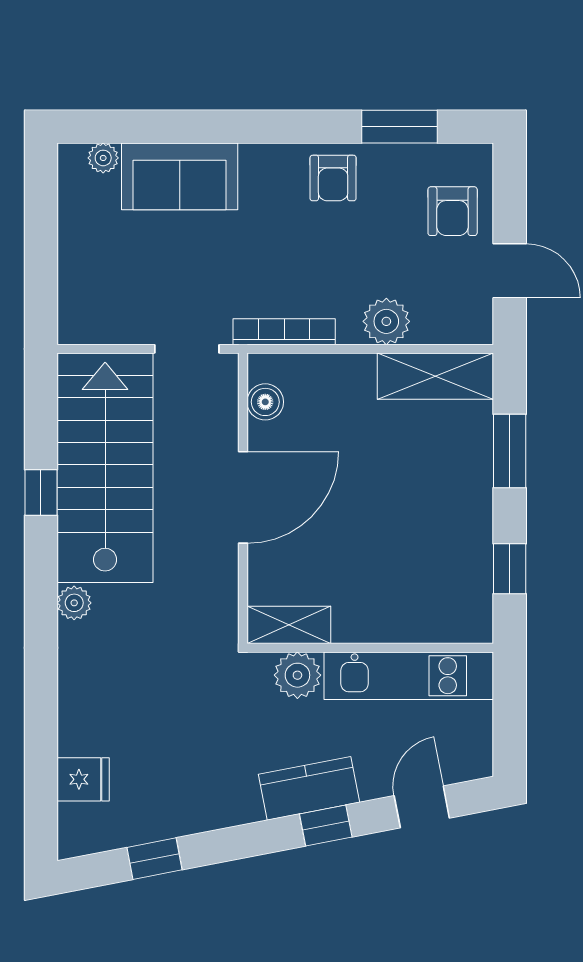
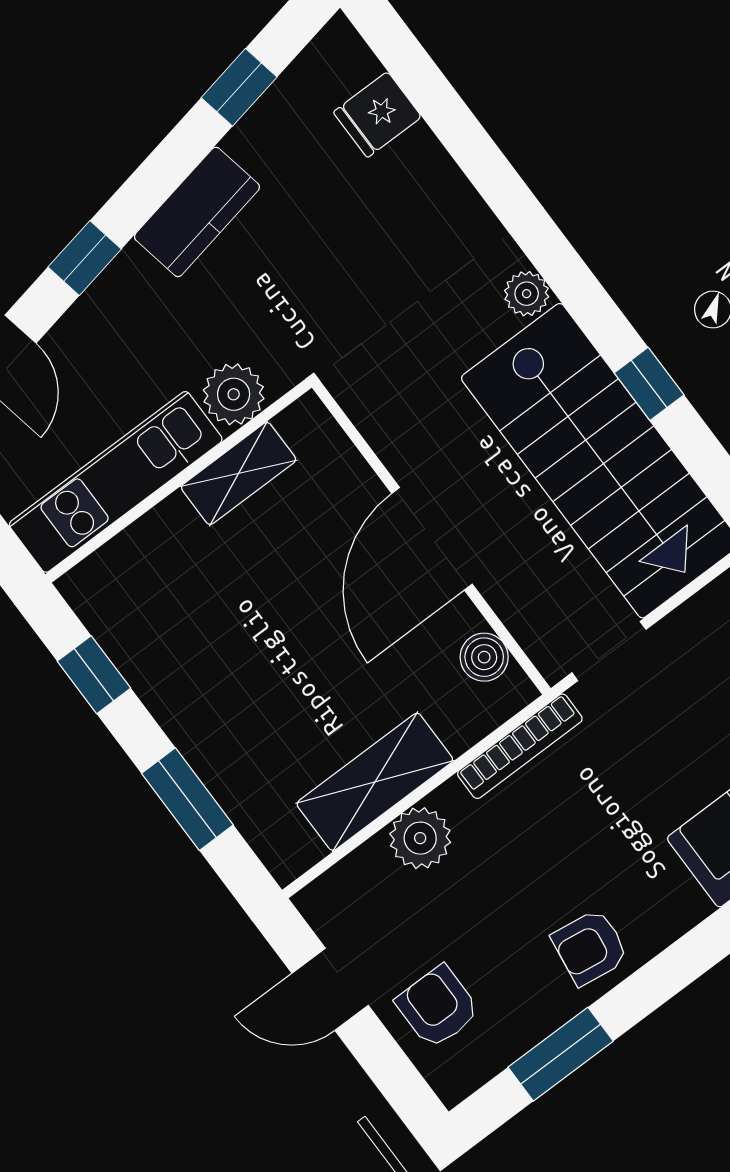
armchair: (333, 178) -> (590, 947), turned -82
shelving: (435, 376) -> (375, 782), moved
shelving: (289, 625) -> (239, 473), moved
kitchen counter: (309, 788) -> (197, 212), moved

